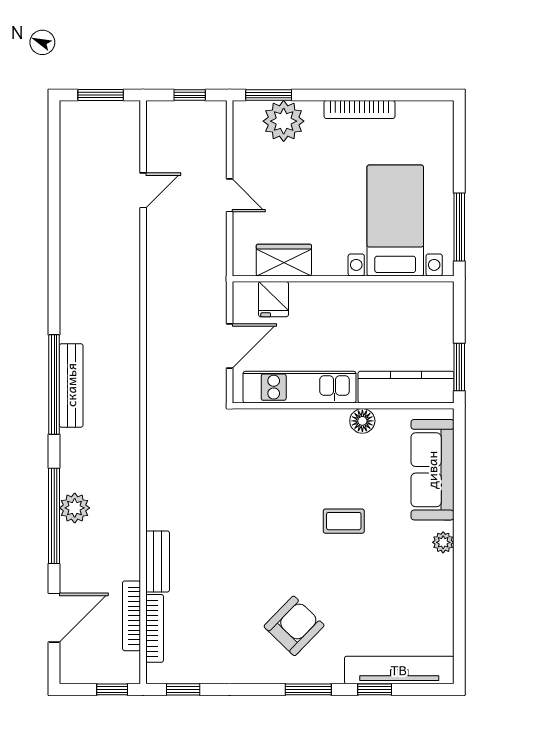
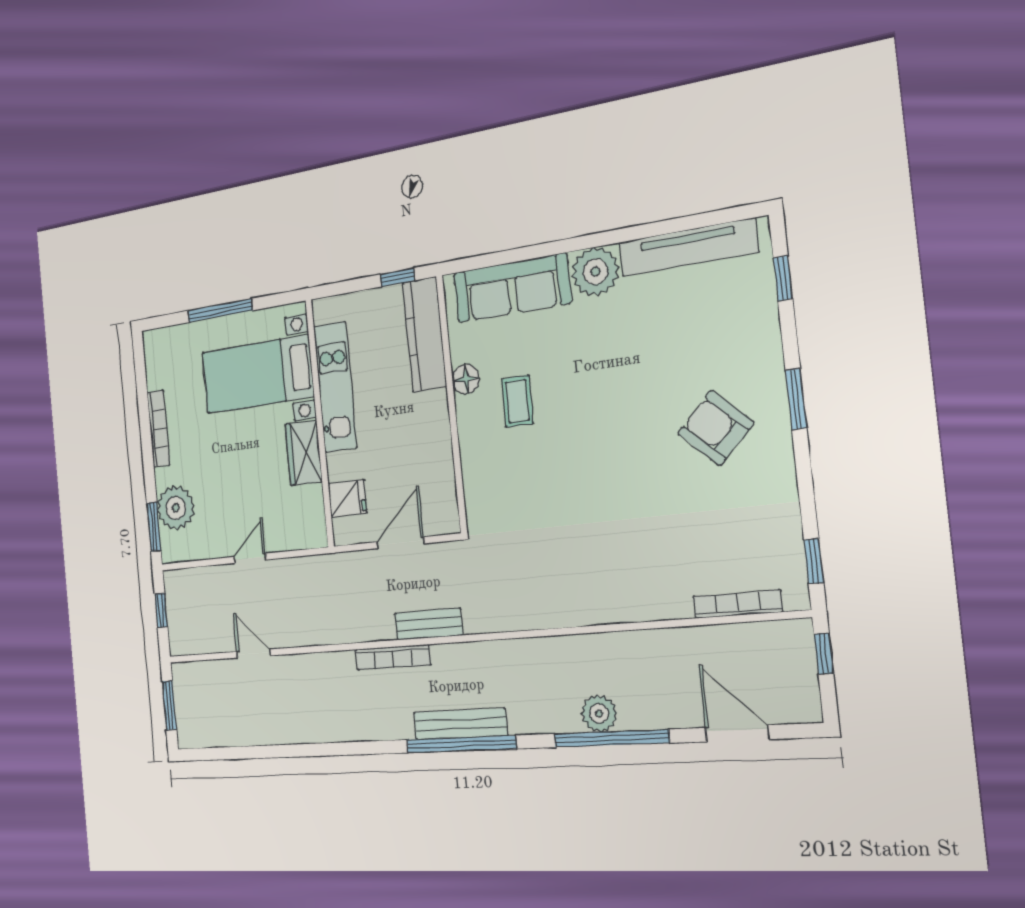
window: (459, 227) -> (220, 311), moved
wardrobe: (284, 260) -> (304, 453), moved
door: (230, 346) -> (400, 543), hinge flipped
window: (459, 367) -> (398, 277), width x0.67
kitchen unit: (300, 387) -> (335, 387), moved, turned 180
coffee table: (344, 521) -> (517, 401), moved
plant: (443, 542) -> (595, 272), width x1.87, depth x1.87
bench: (158, 561) -> (429, 624), moved
bookcase: (132, 616) -> (393, 657), moved
tv unit: (399, 670) -> (688, 247), moved, turned -90
window: (375, 689) -> (783, 278), moved

